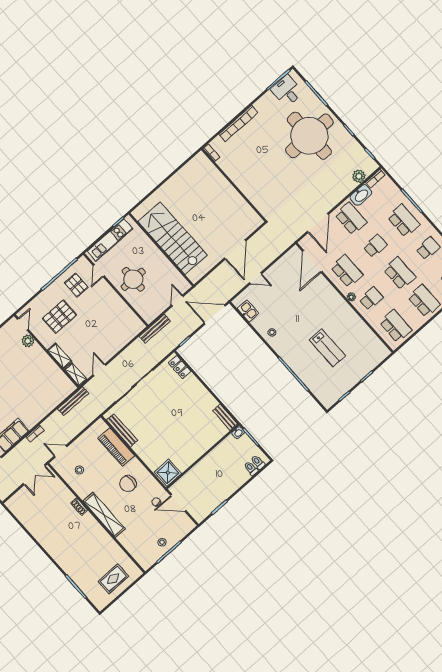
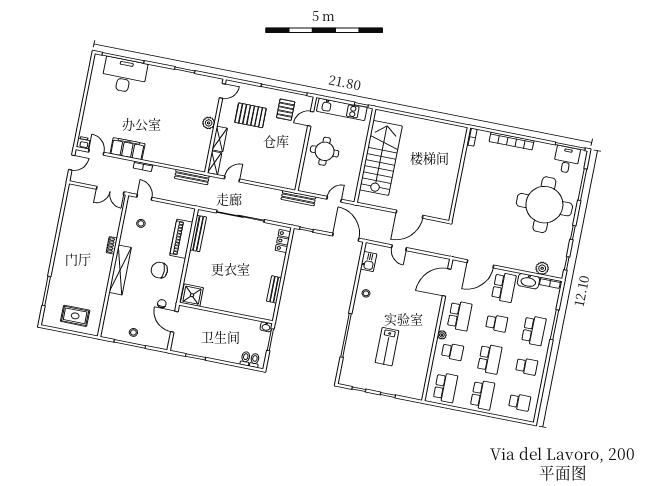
plant: (28, 341) -> (209, 123), moved
bench: (225, 417) -> (274, 289), moved

